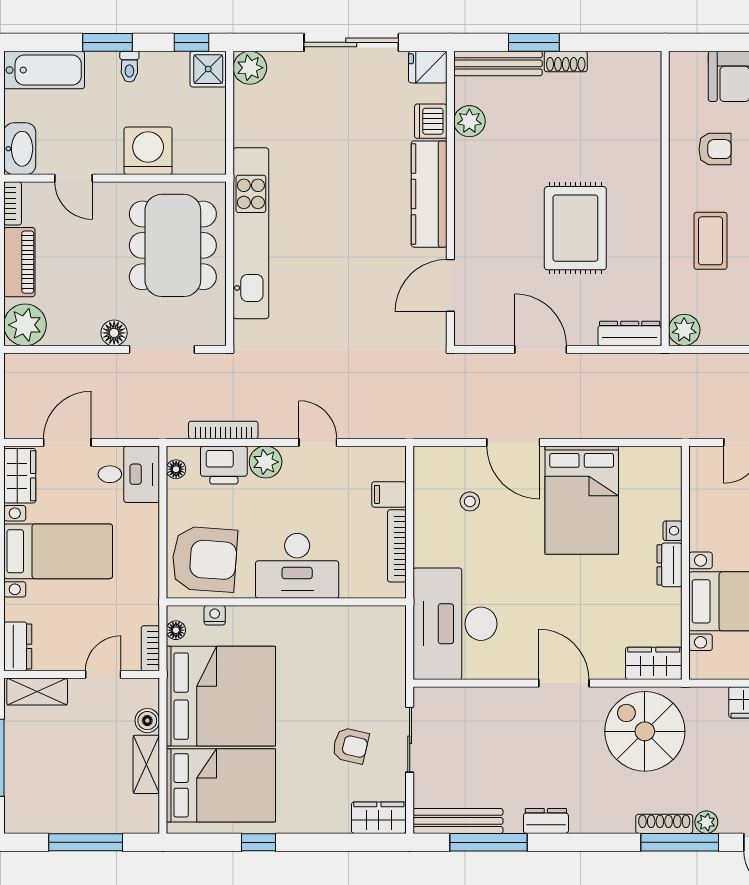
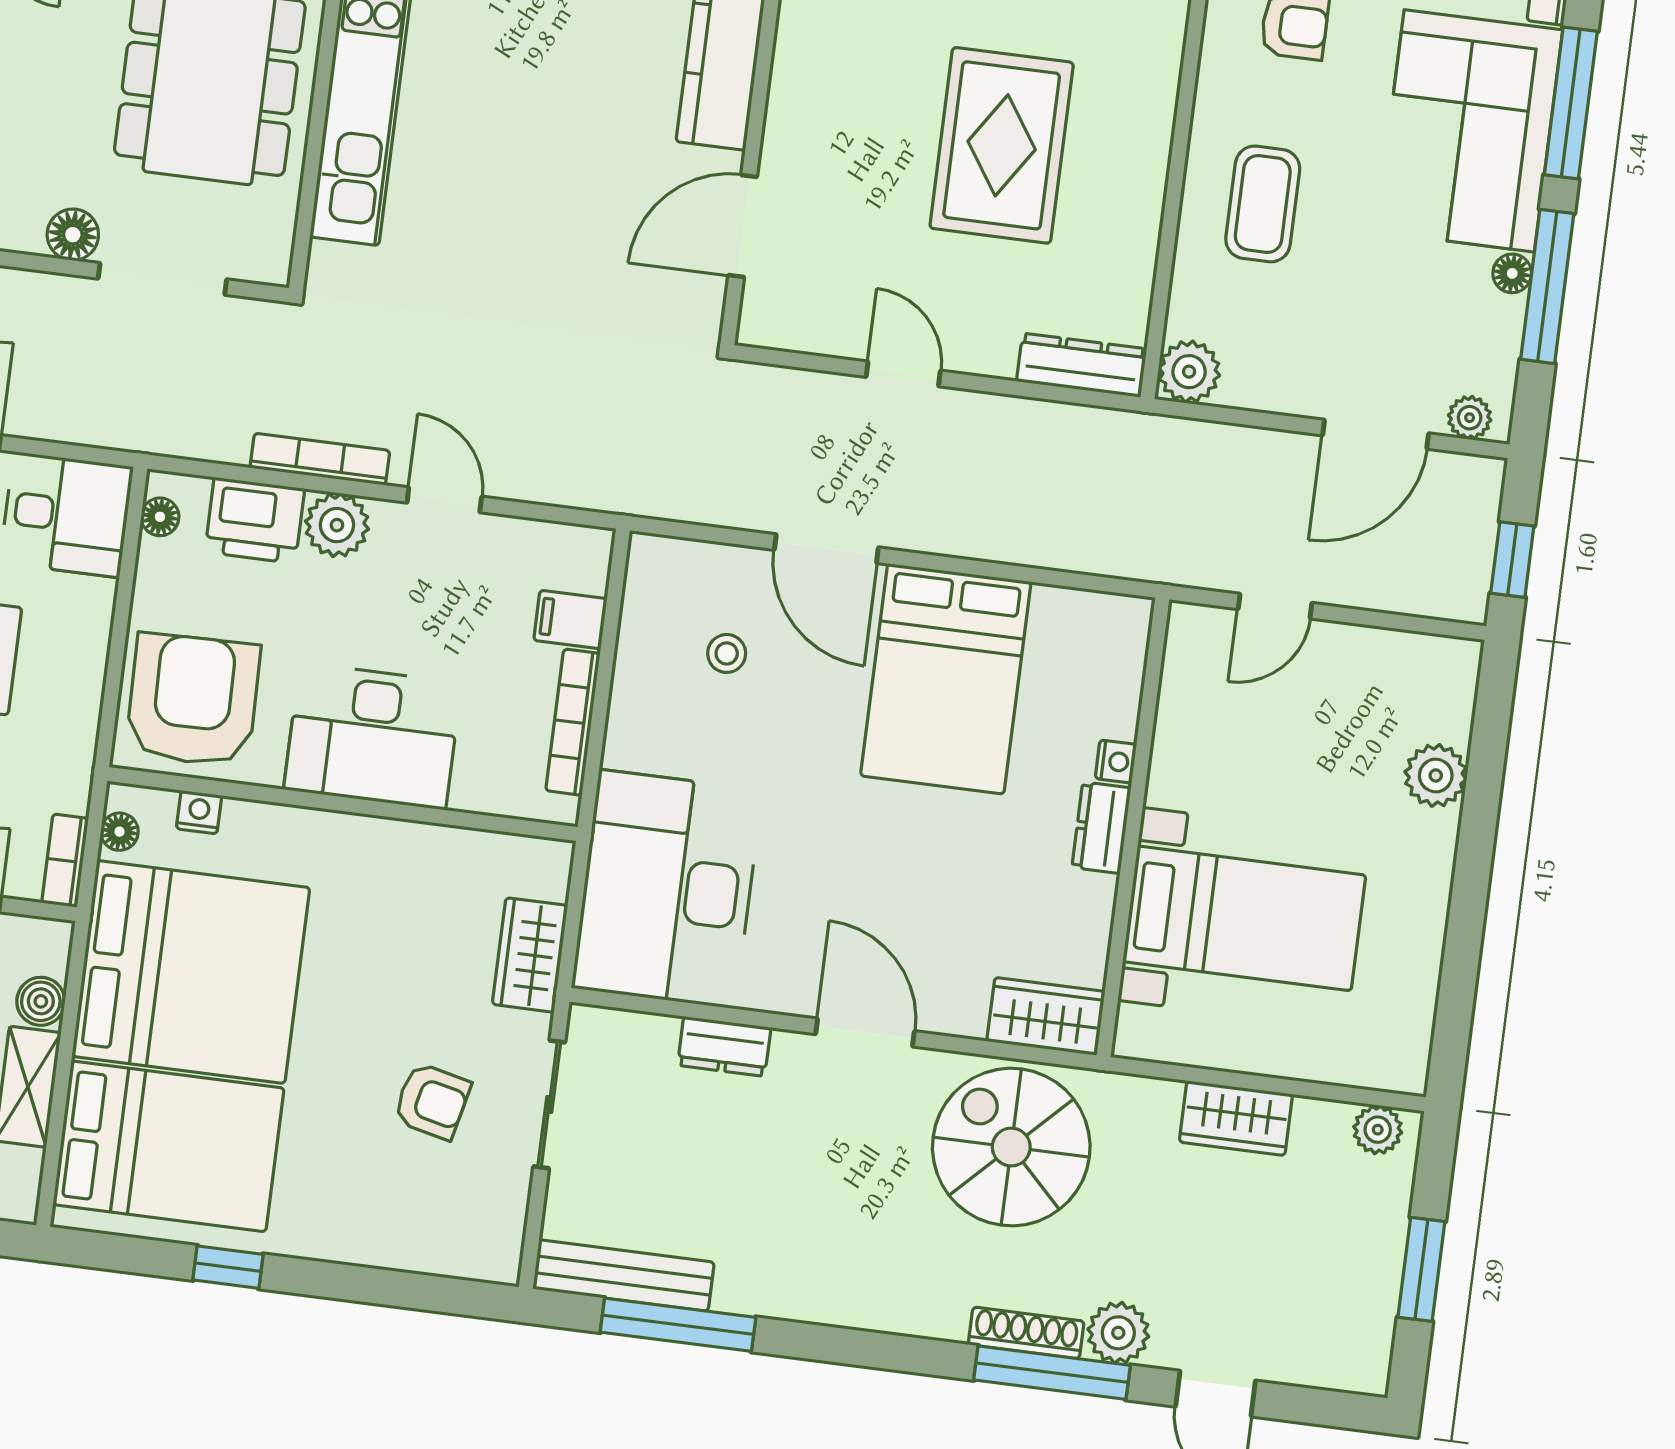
door: (541, 349) -> (903, 374), width x0.73
bookcase: (223, 430) -> (320, 459), moved
armchair: (204, 559) -> (193, 700), turned -95
wardrobe: (379, 818) -> (530, 955), moved, turned -90
dresser: (546, 821) -> (724, 1046), moved, turned 180
plant: (706, 822) -> (1118, 1333), width x1.38, depth x1.38

